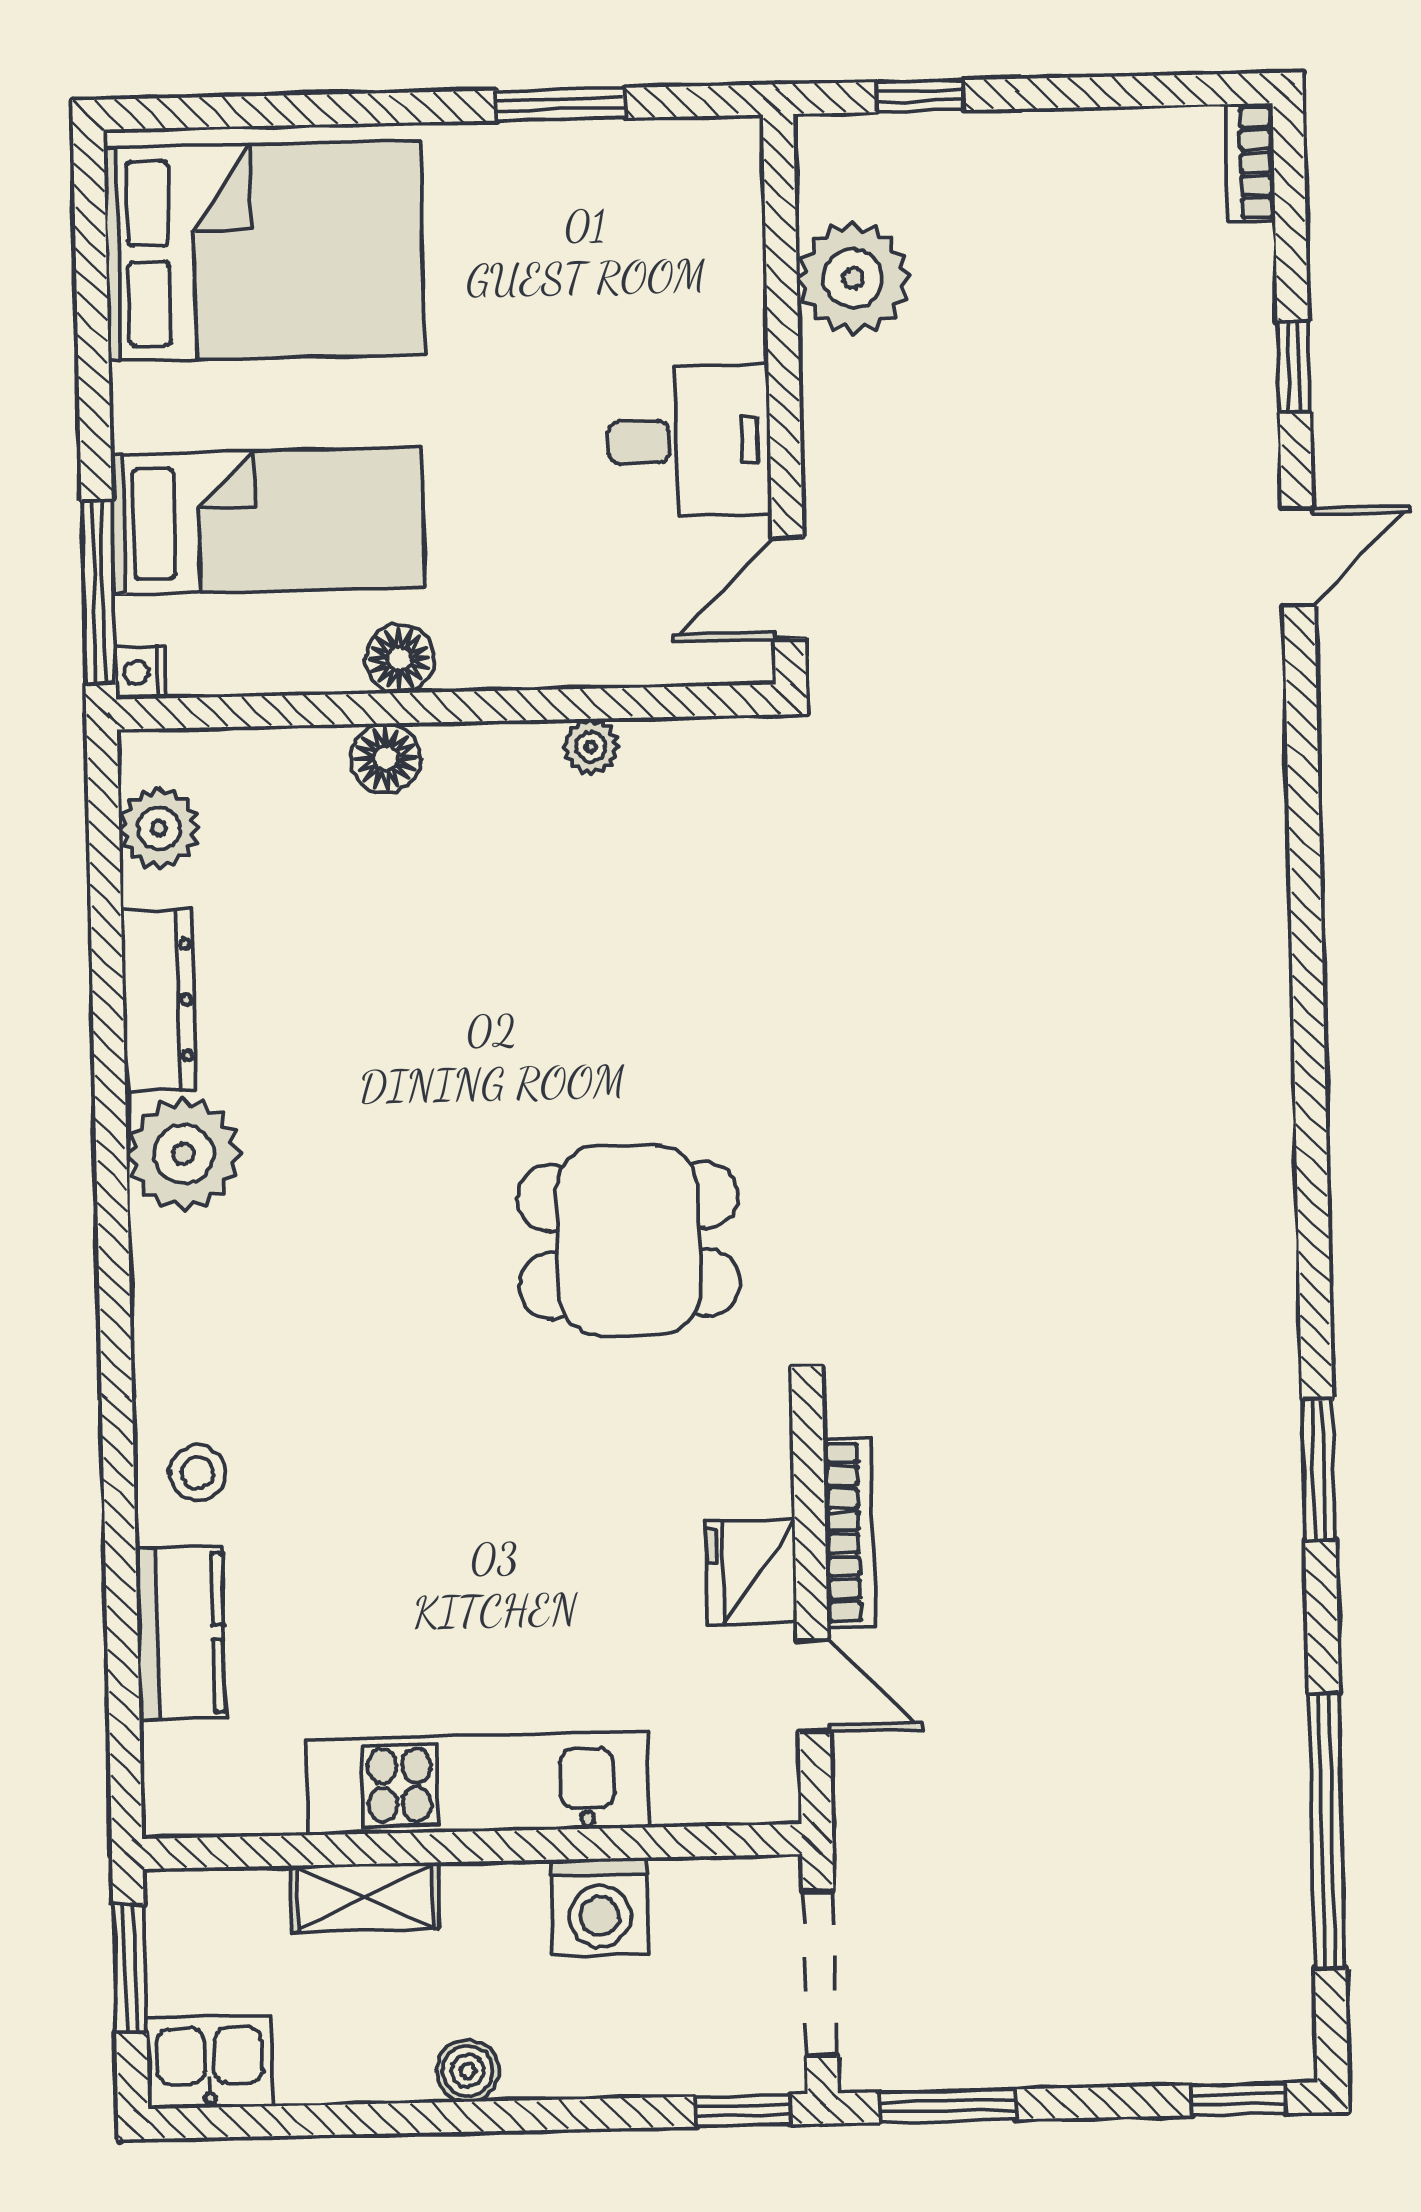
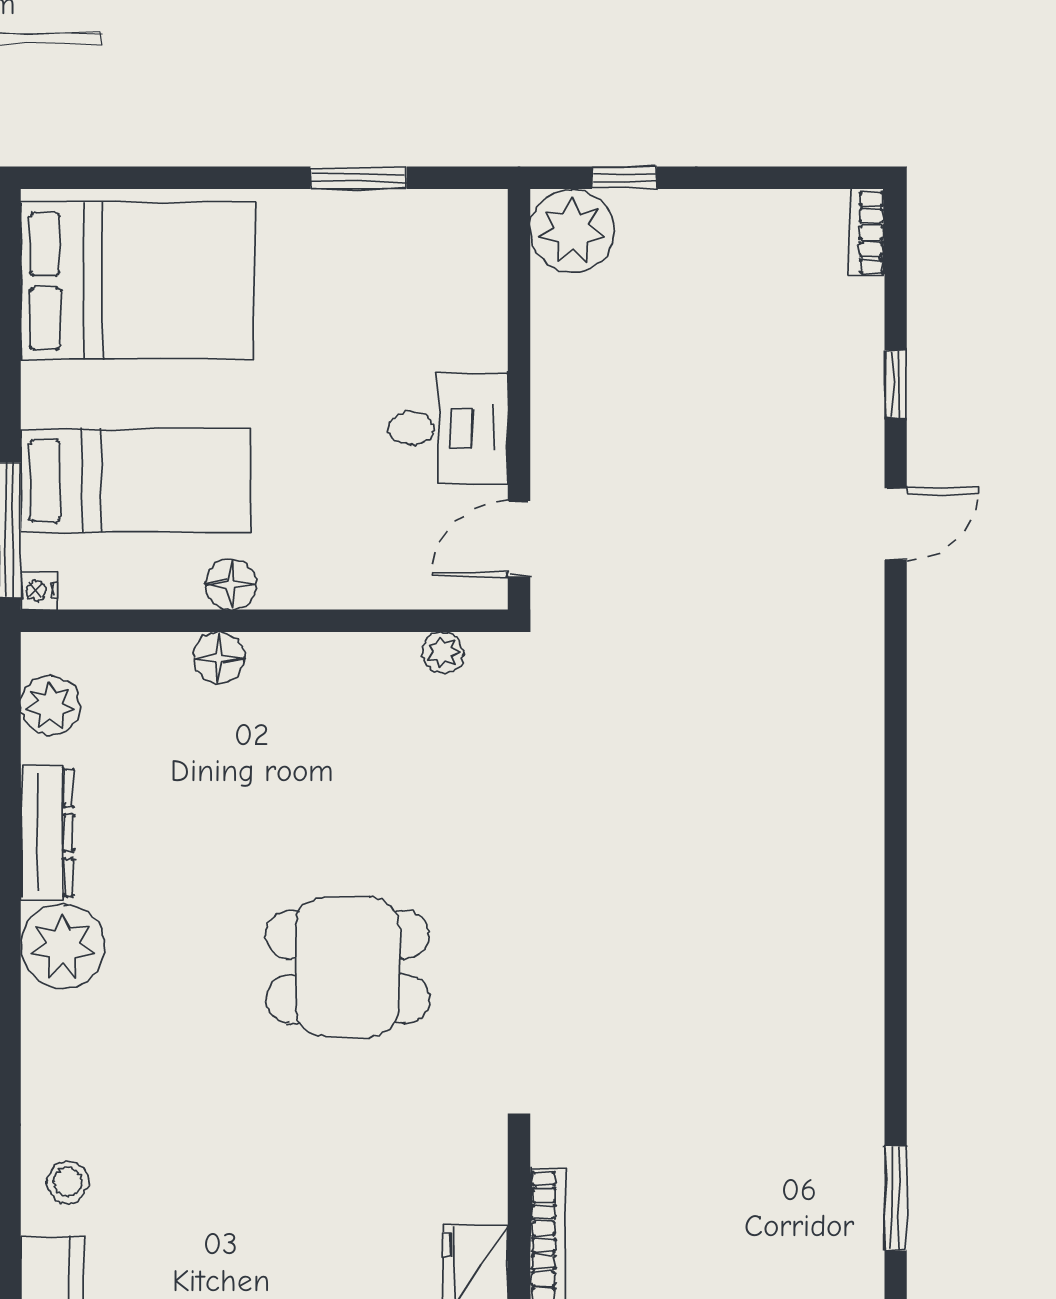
plant: (853, 278) -> (572, 231), moved
plant: (591, 747) -> (443, 653), moved
dining table: (628, 1240) -> (347, 967), moved

